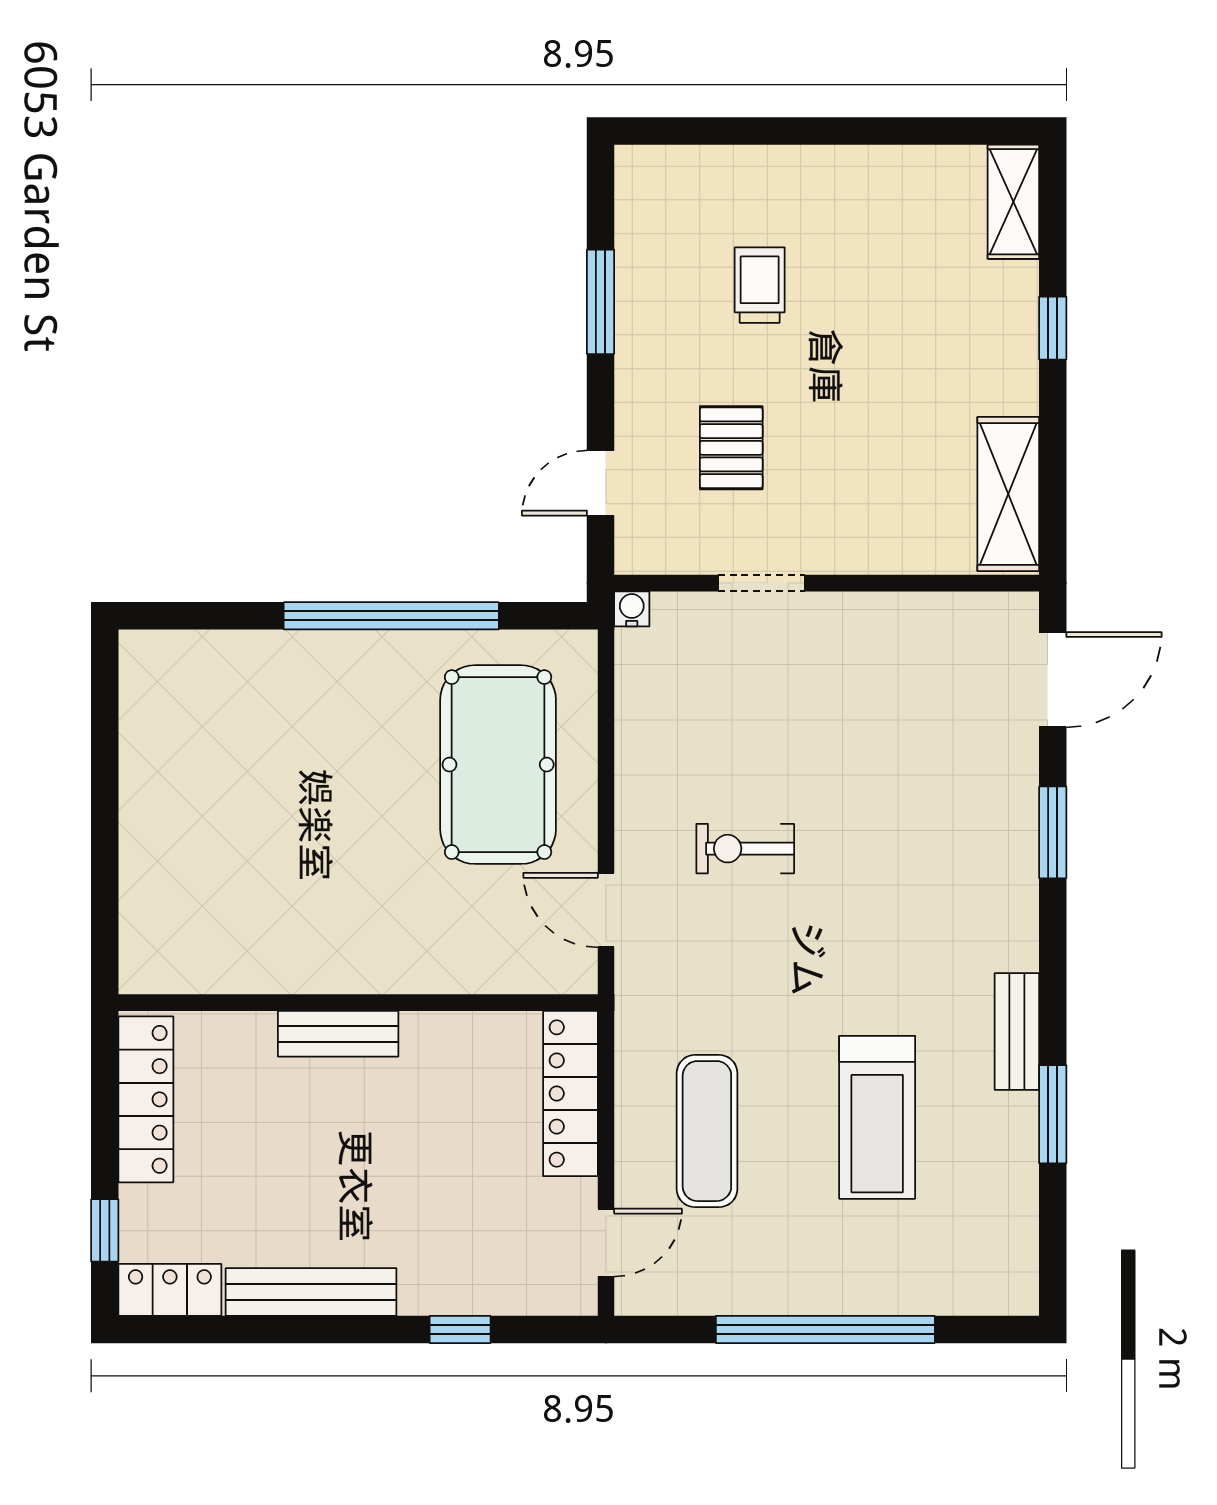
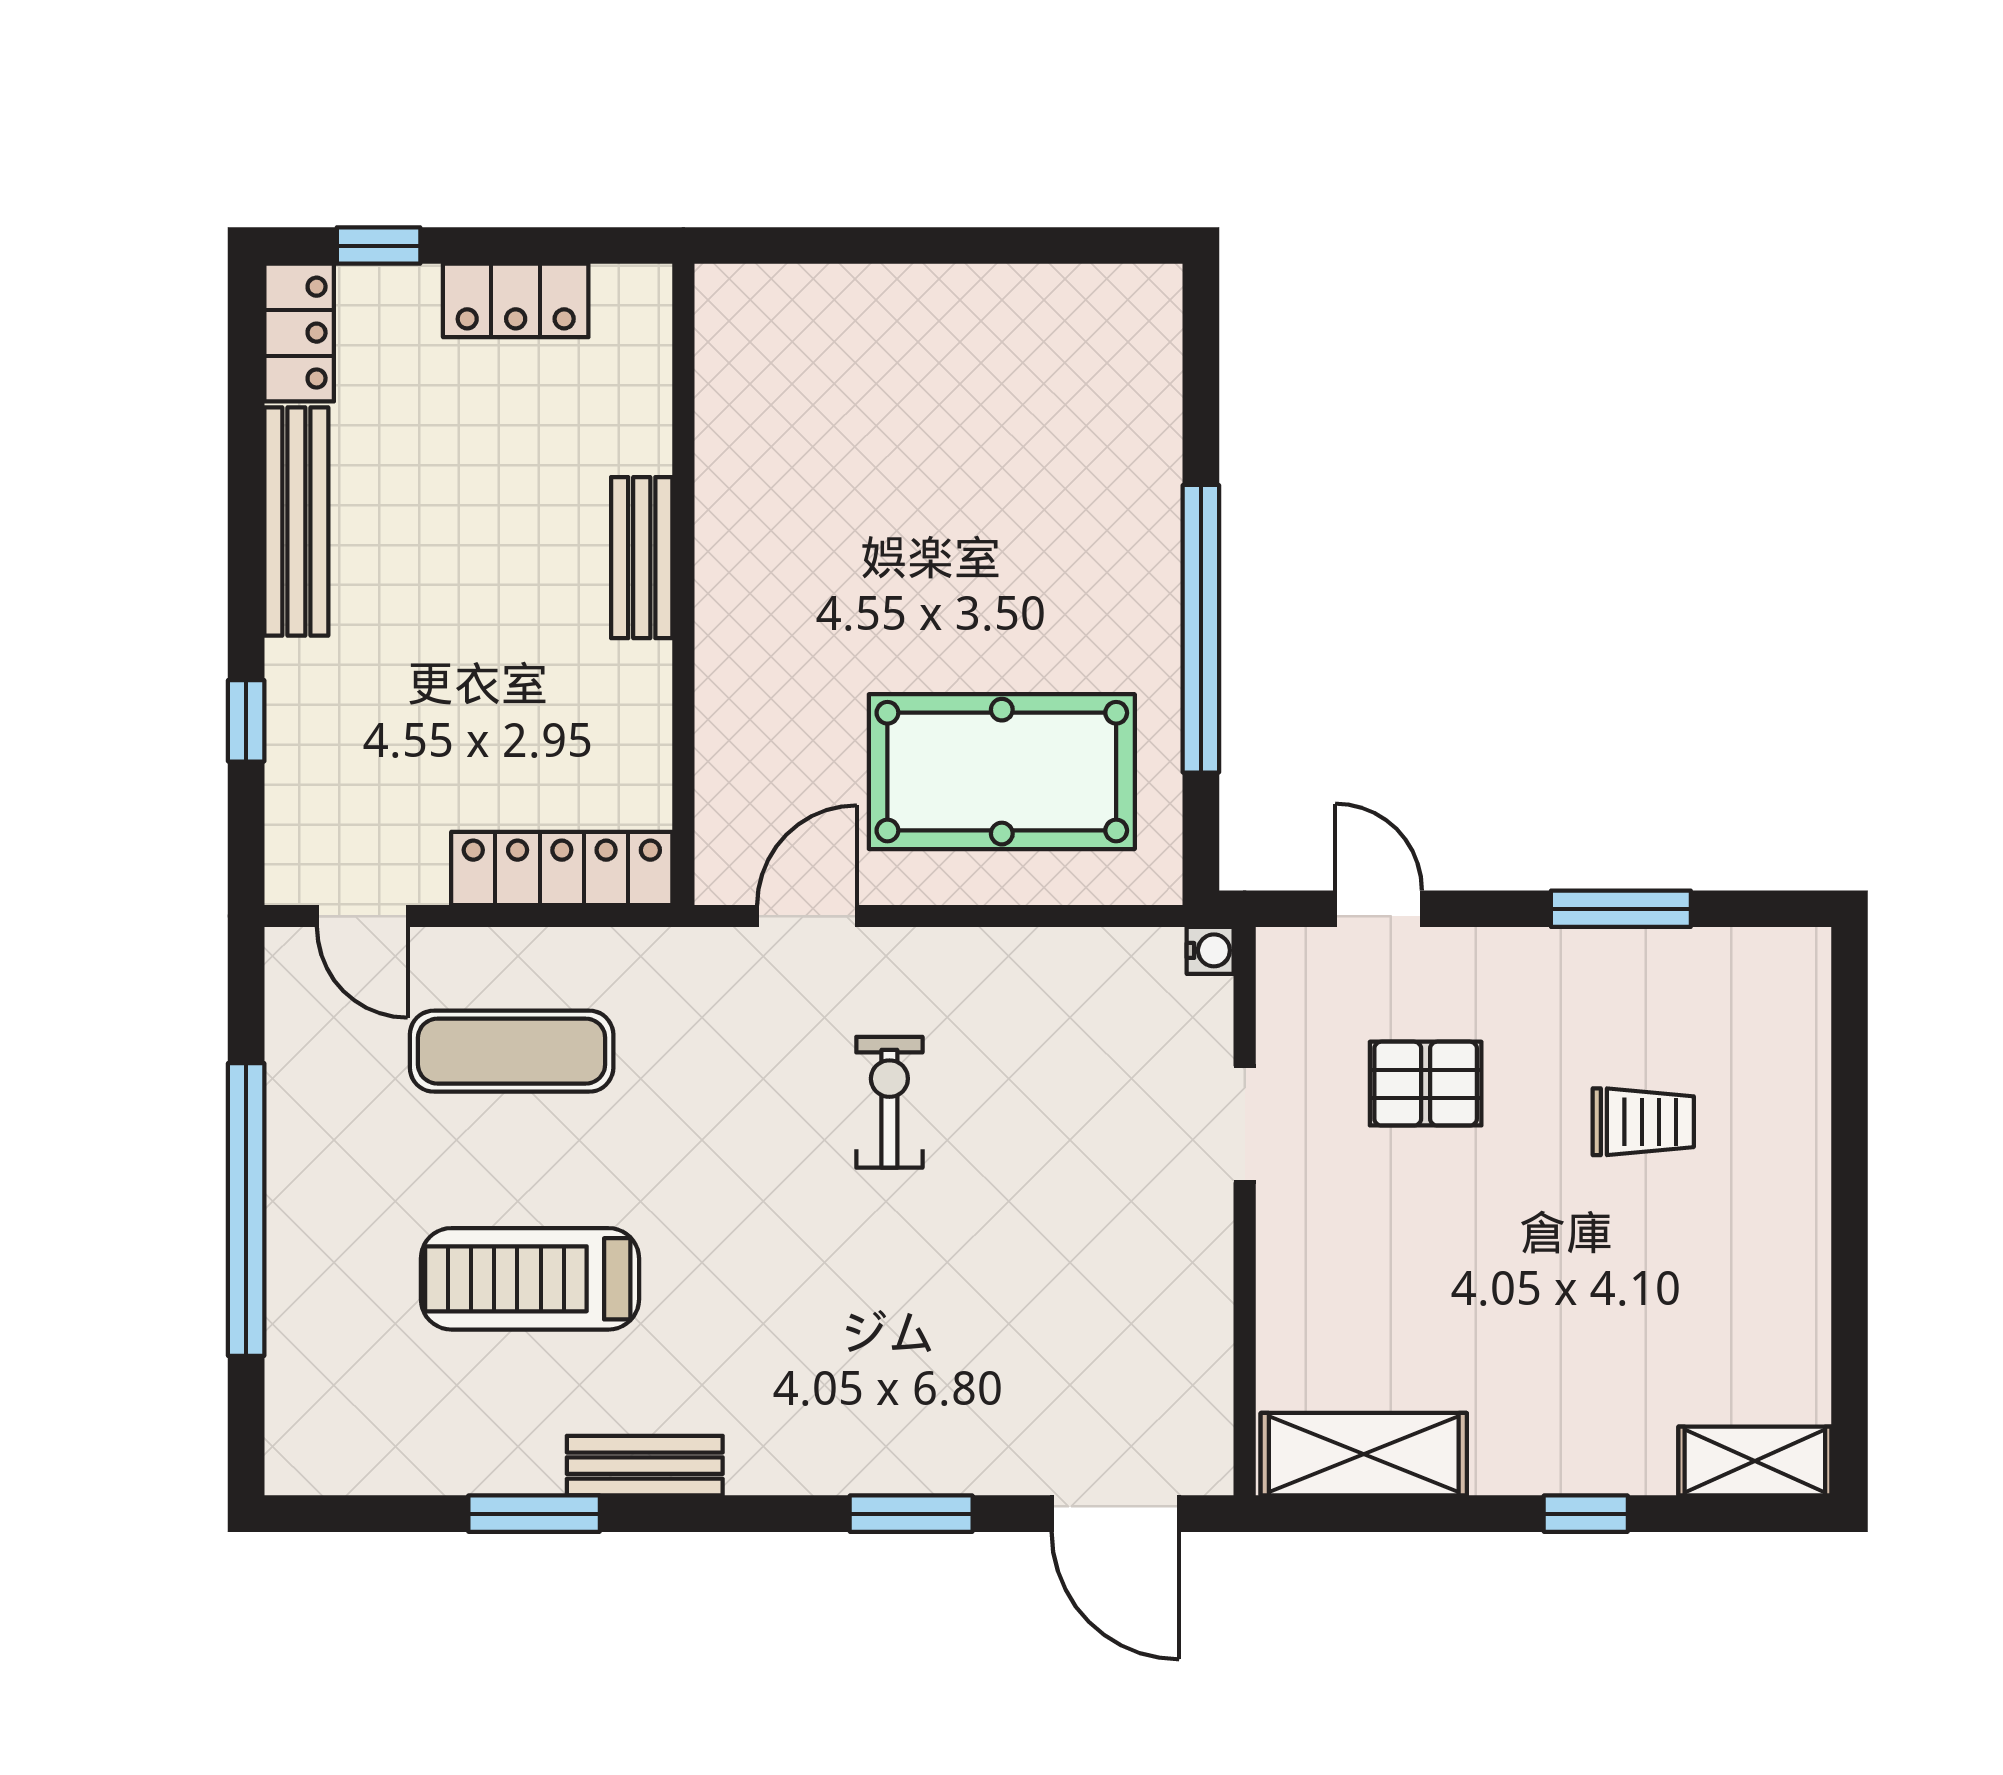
locker: (146, 1099) -> (516, 300), width x0.66

